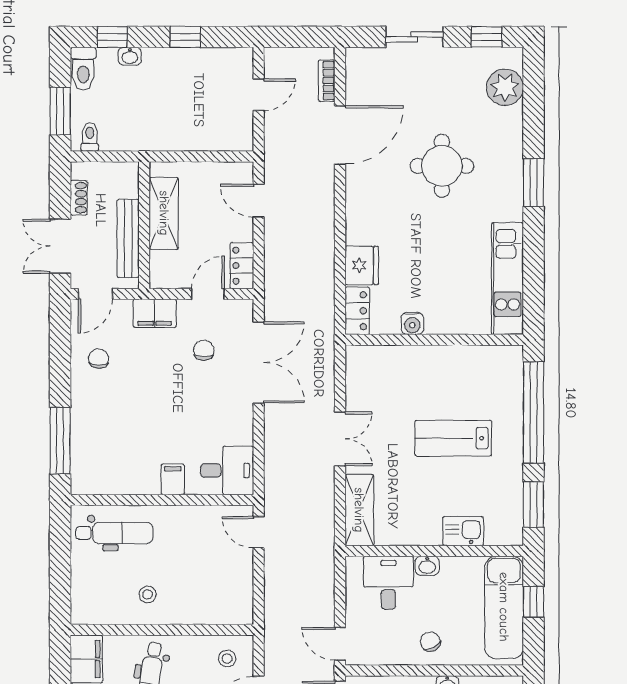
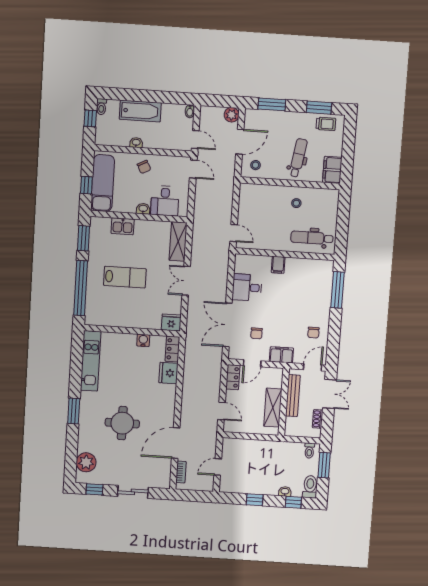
fridge: (363, 360) -> (171, 323), added
desk: (227, 470) -> (247, 287), moved

